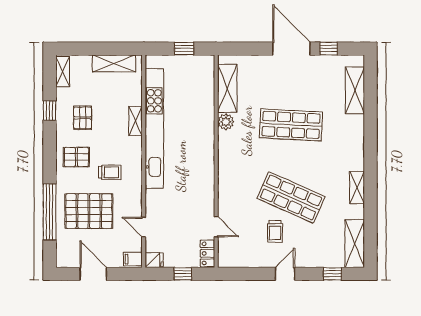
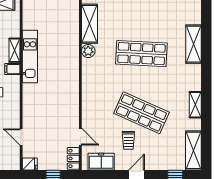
shelving: (355, 90) -> (194, 44), moved
kitchen unit: (154, 128) -> (30, 56), width x0.54
freezer: (242, 257) -> (101, 162), added
filing cabinet: (133, 259) -> (12, 69), moved

